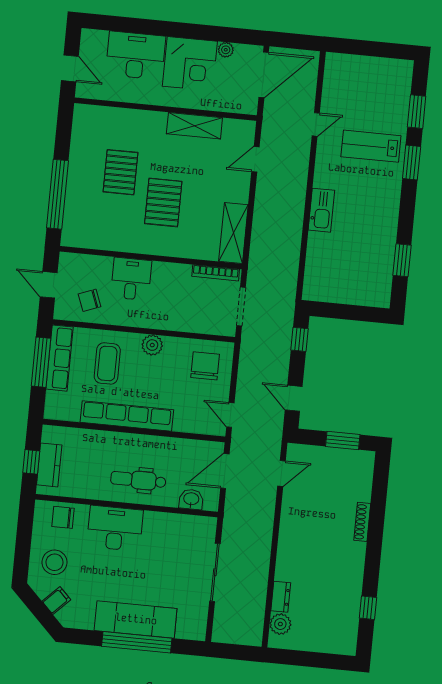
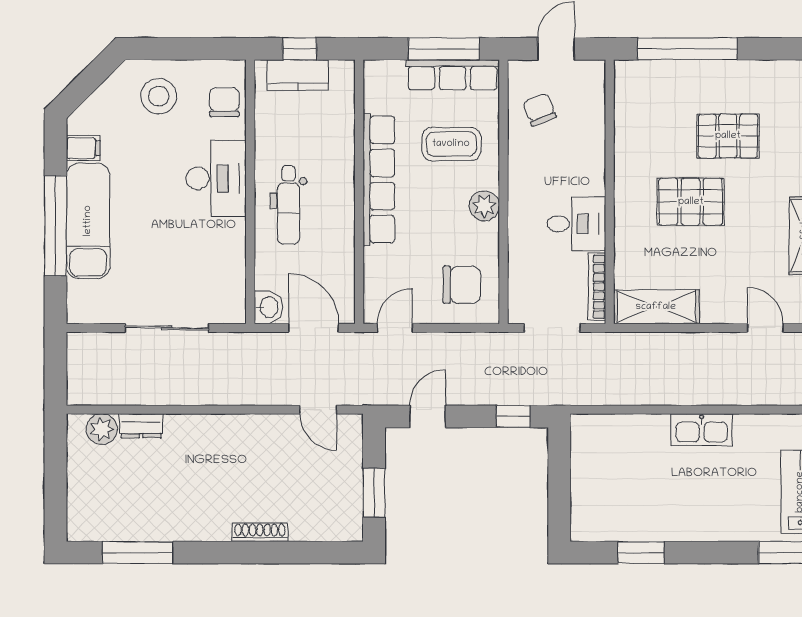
desk: (131, 279) -> (576, 224), moved
dental chair: (138, 480) -> (289, 205), turned 180
washbasin: (191, 499) -> (268, 307), moved
filing cabinet: (56, 600) -> (83, 148), moved, turned -45
window: (368, 608) -> (138, 553), width x2.17

